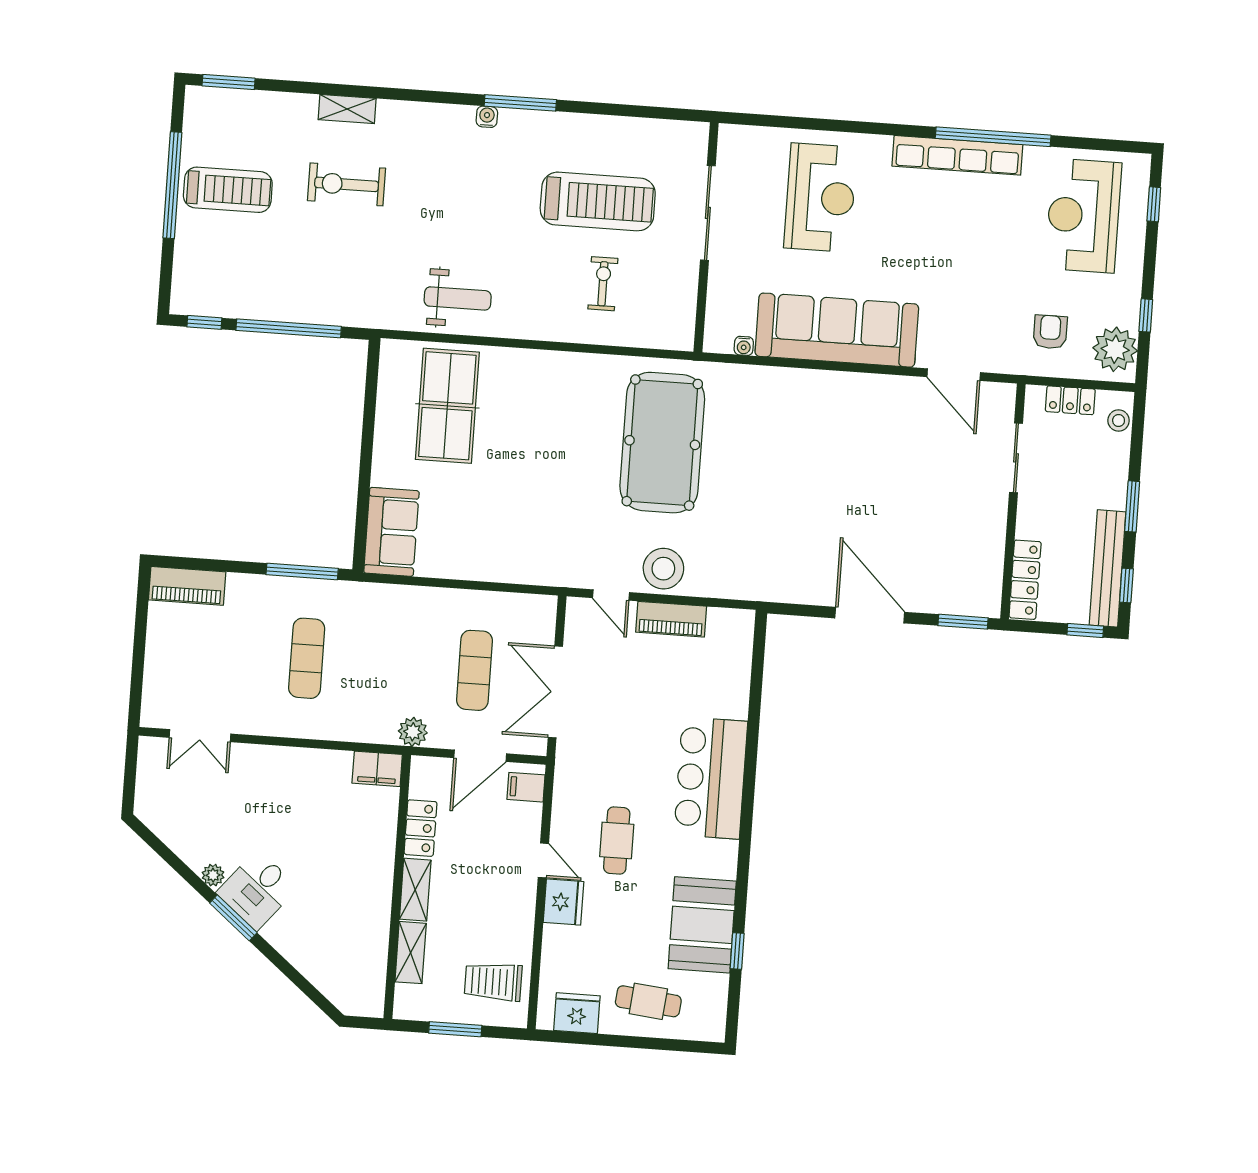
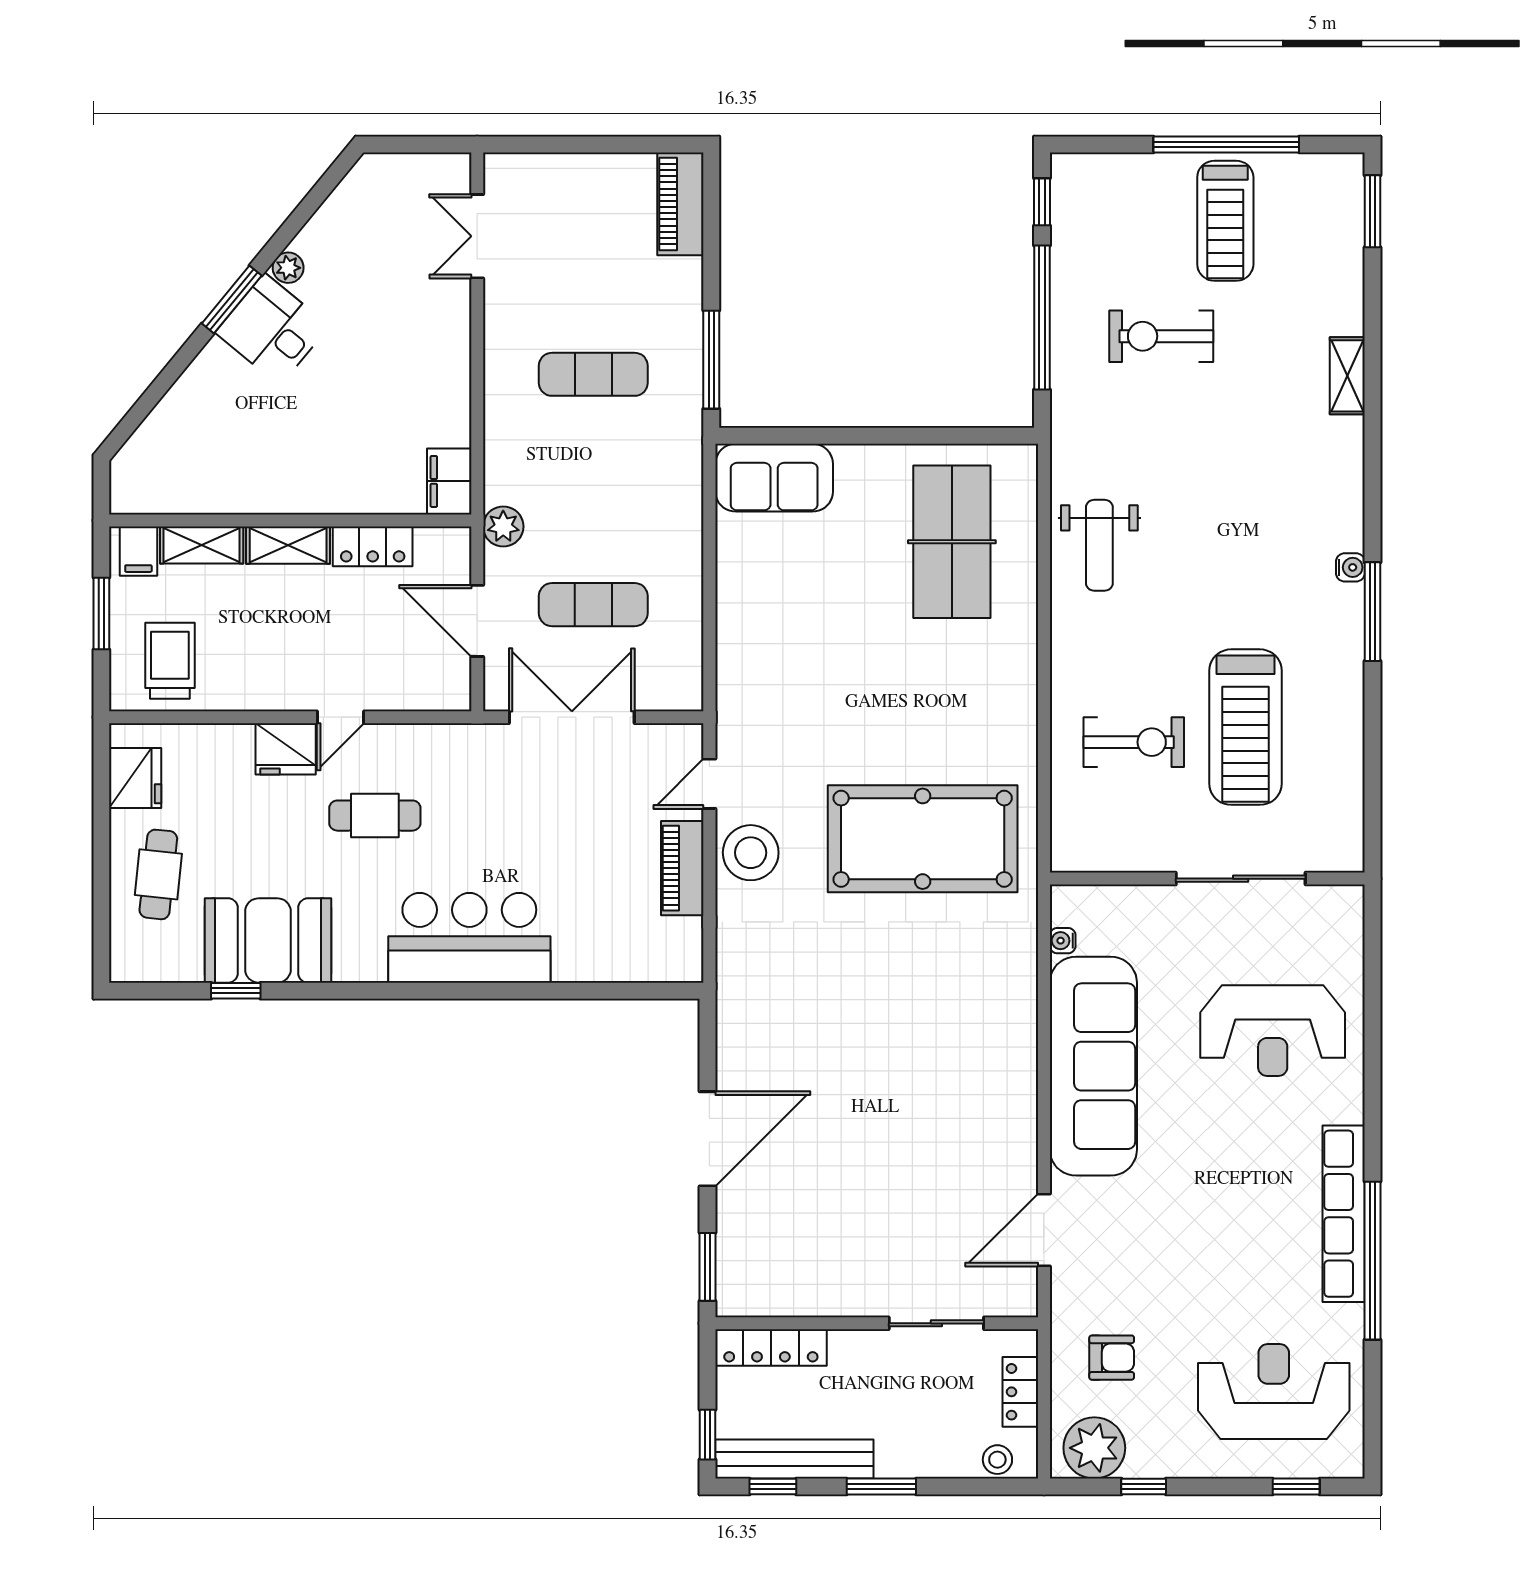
exercise bike: (347, 184) -> (1161, 336), moved, turned -90
exercise bike: (603, 284) -> (1134, 742), width x1.38, depth x1.39
table tennis table: (447, 406) -> (952, 542), turned 90
filing cabinet: (526, 787) -> (138, 551), moved, turned 180

